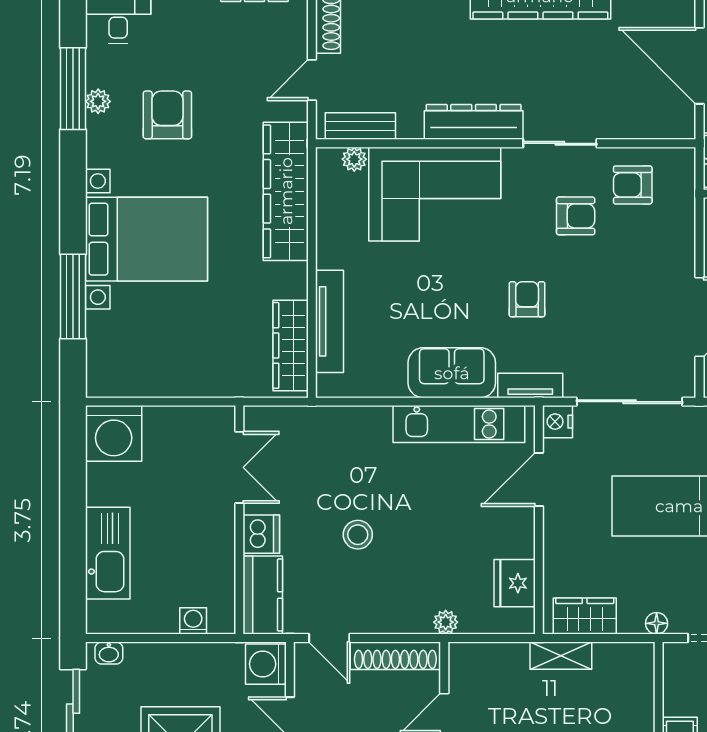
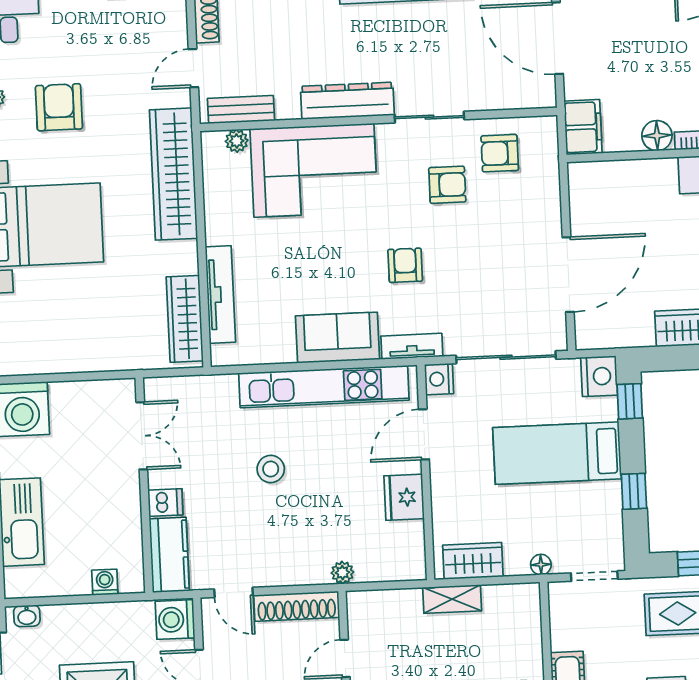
kitchen unit: (459, 424) -> (324, 387), width x1.36
dishwasher: (261, 534) -> (165, 502), width x0.73
stool: (358, 535) -> (271, 469), moved
fridge: (515, 583) -> (404, 497), moved

